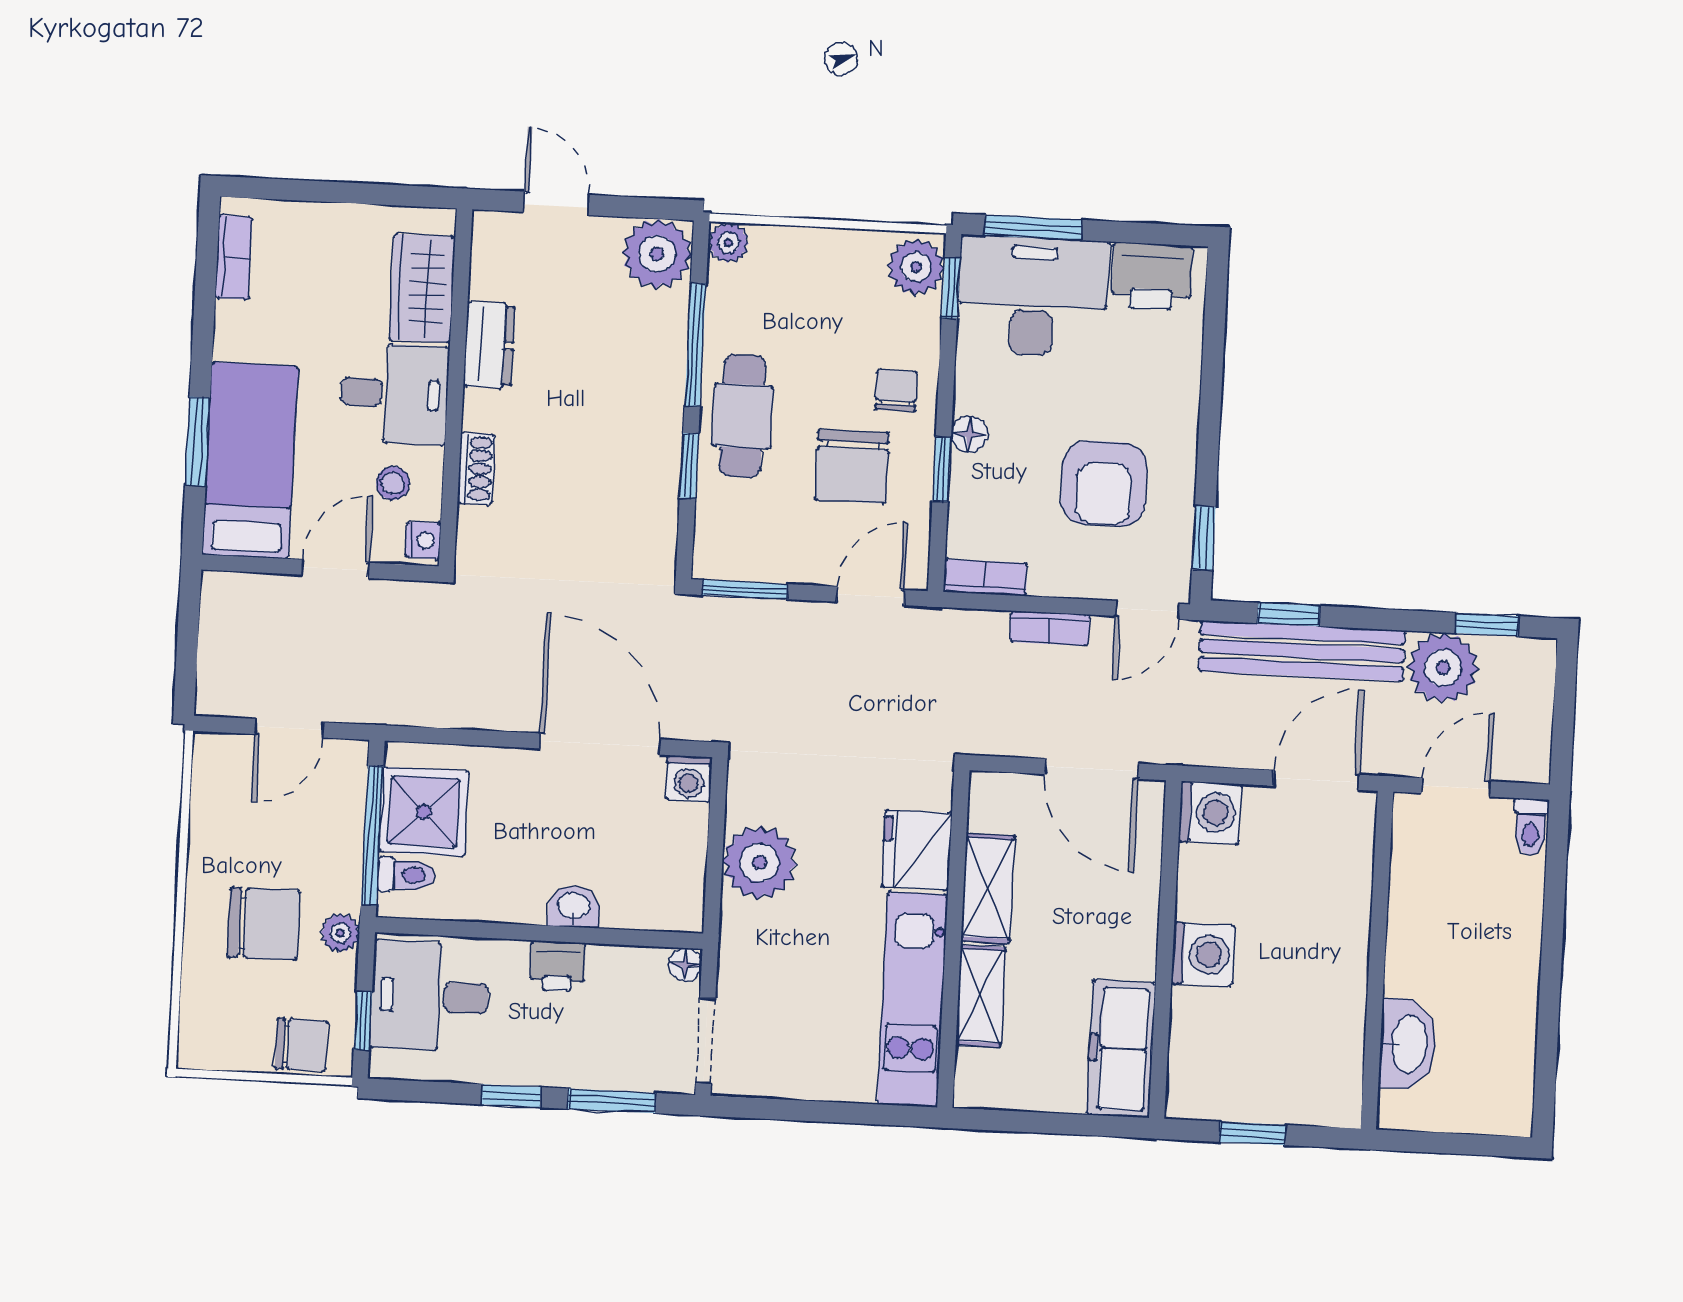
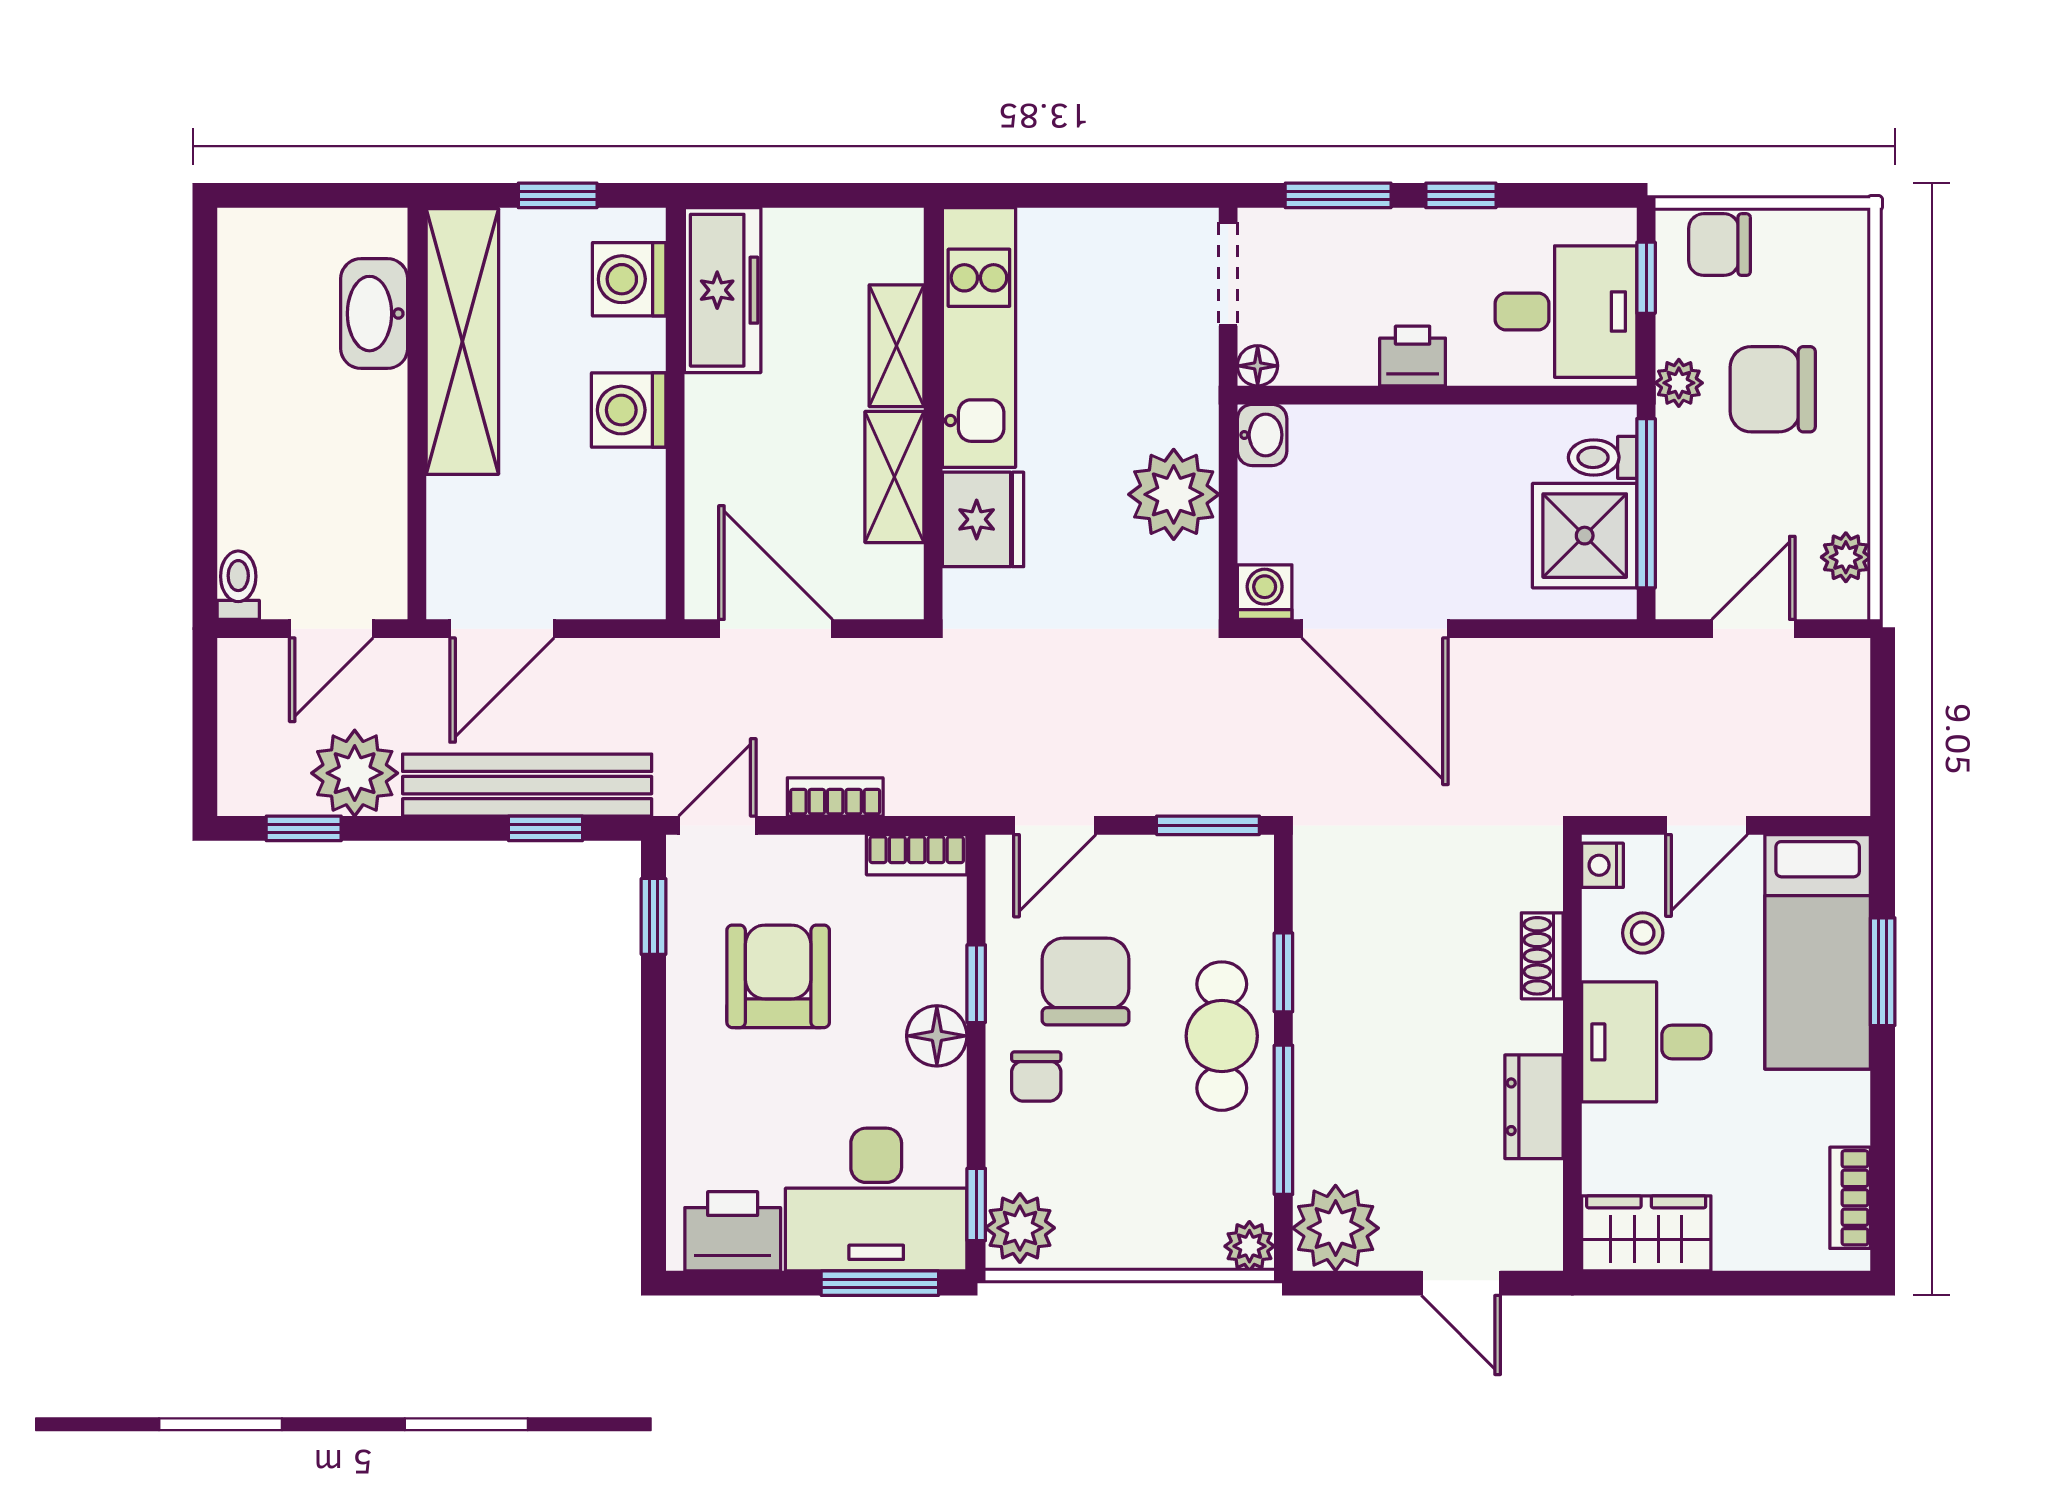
wardrobe: (422, 288) -> (1646, 1233), moved, turned -90
floor lamp: (969, 434) -> (937, 1036), width x1.37, depth x1.37
plant: (211, 783) -> (1846, 557), added
washing machine: (1210, 813) -> (629, 279), moved
washbasin: (574, 907) -> (1262, 435), moved, turned -90
shelving: (1337, 1018) -> (462, 341), added

